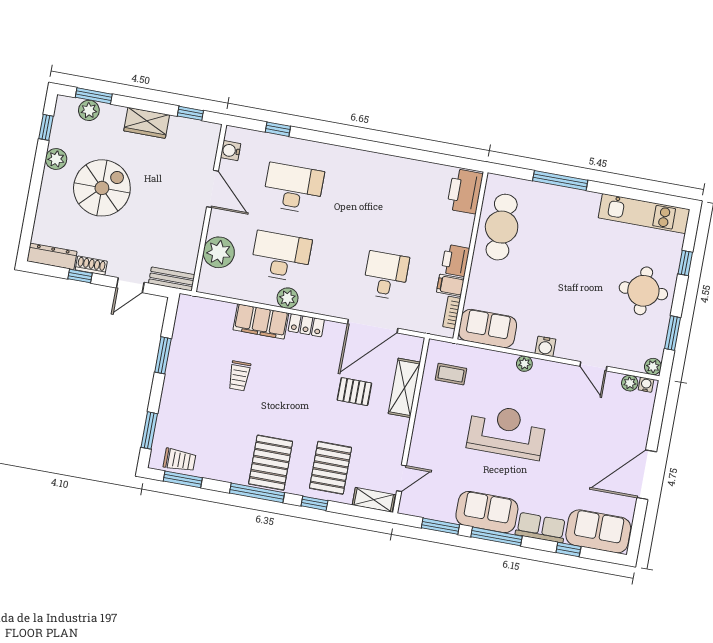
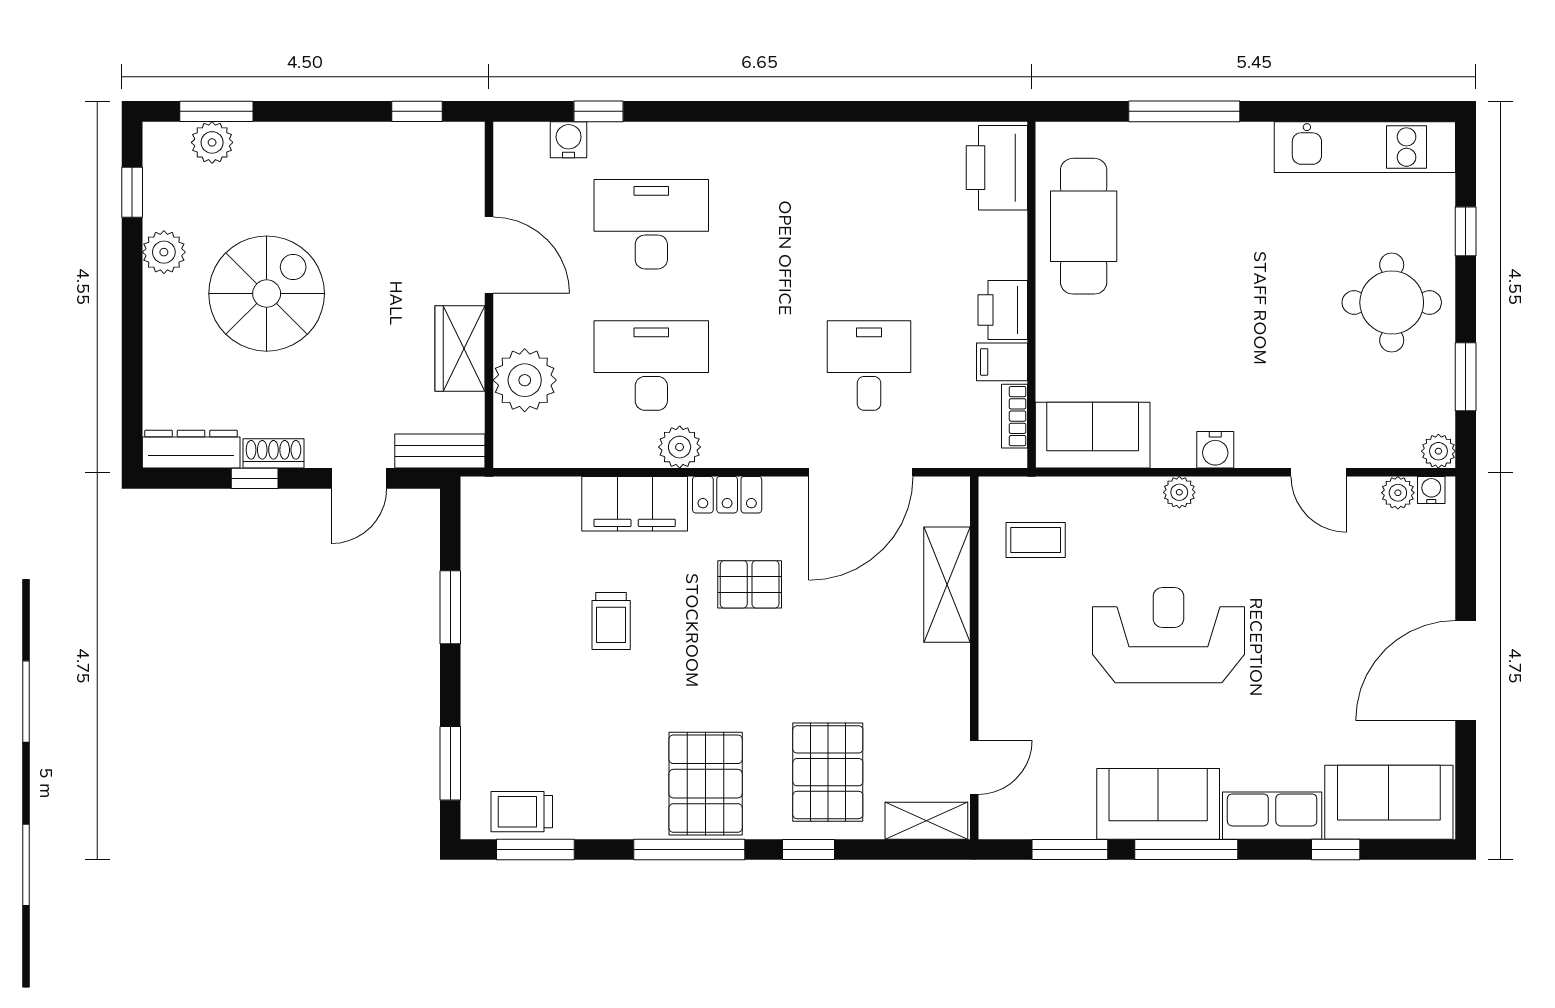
wardrobe: (147, 123) -> (460, 348), moved, turned 90
water cooler: (230, 151) -> (569, 140), moved, turned 90
pallet: (354, 392) -> (750, 584), moved
trolley: (180, 460) -> (522, 812), turned 180

